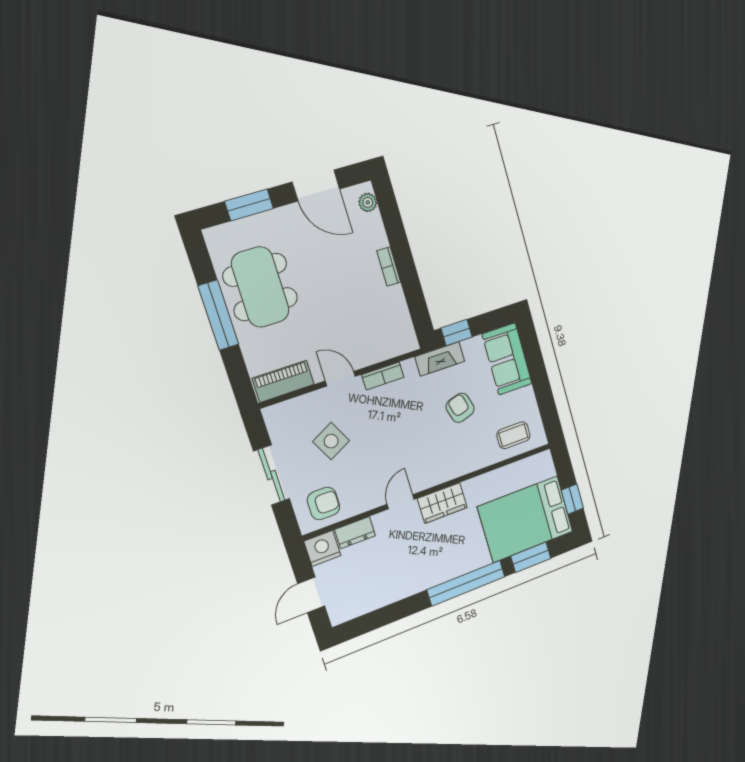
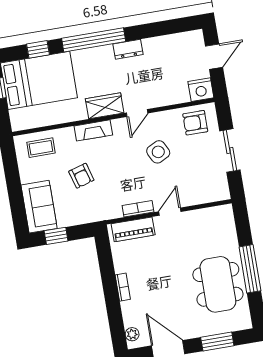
window: (457, 332) -> (56, 236), moved
fireplace: (440, 359) -> (93, 130), moved, turned 180
door: (340, 379) -> (170, 212), swing flipped
piano: (283, 381) -> (133, 229), moved
side table: (331, 441) -> (158, 152), moved
dresser: (355, 533) -> (128, 49), moved, turned 180
window: (531, 557) -> (38, 49), width x0.67

